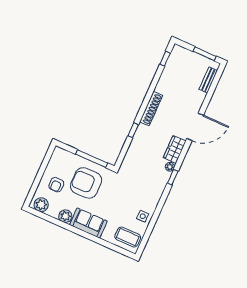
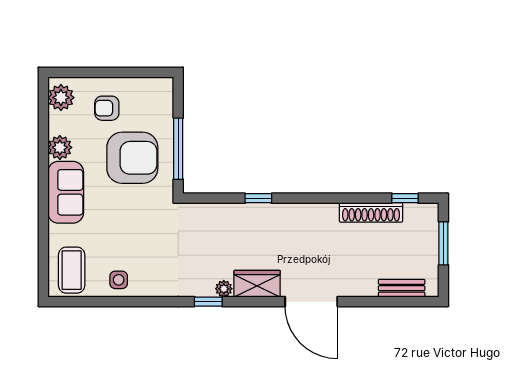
window: (205, 54) -> (443, 243), moved
shoe rack: (151, 109) -> (371, 212), moved
armchair: (86, 183) -> (132, 158), turned 90

